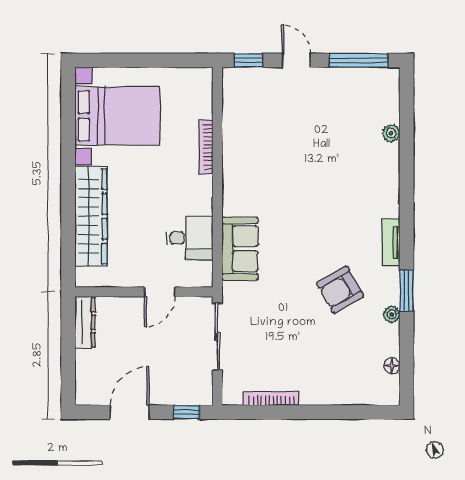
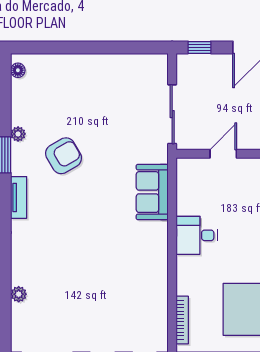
bookcase: (206, 147) -> (182, 320), moved
desk: (190, 238) -> (197, 235), moved
floor lamp: (392, 366) -> (18, 70), moved
bookcase: (271, 398) -> (124, 60), removed

